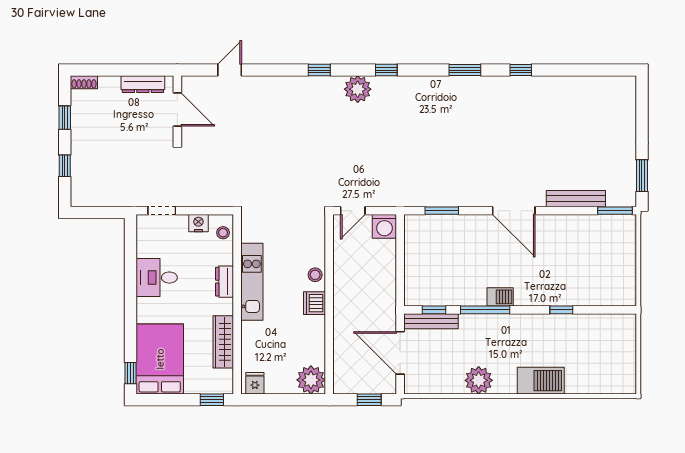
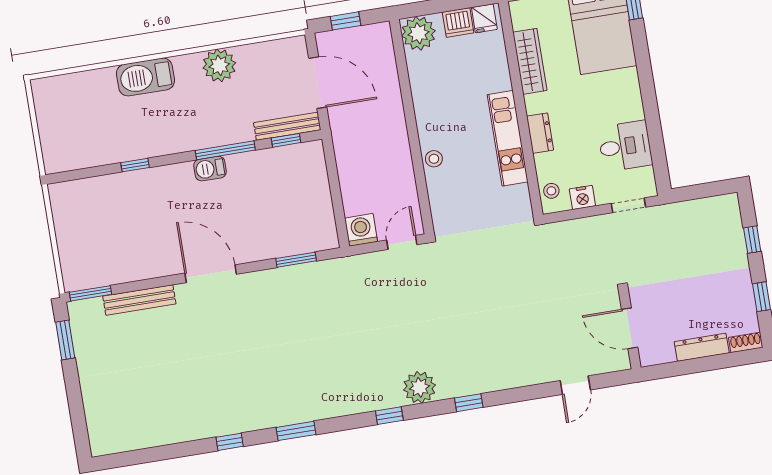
dresser: (143, 84) -> (702, 347), moved
desk: (157, 278) -> (625, 146), moved
dishwasher: (314, 303) -> (458, 23), moved, turned 90

